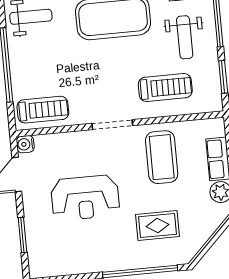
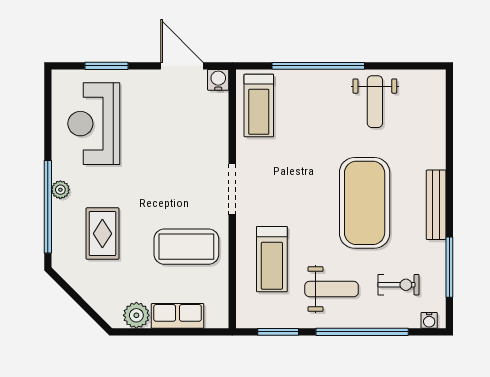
weight bench: (185, 37) -> (332, 289), turned 180
reception desk: (85, 198) -> (94, 124), moved
plant: (125, 263) -> (60, 190), added

